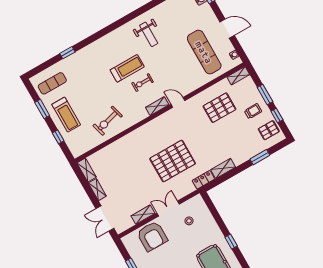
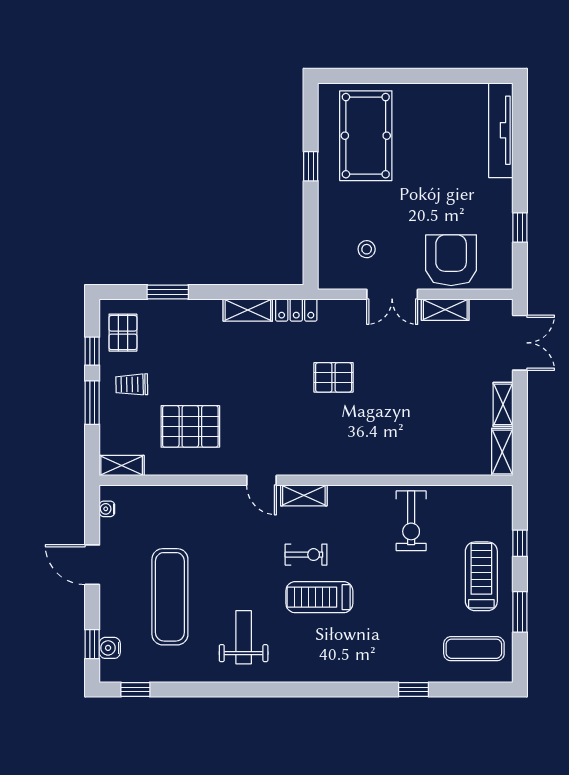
exercise mat: (204, 52) -> (170, 597), moved
exercise bike: (108, 121) -> (411, 521), turned 105
pallet: (269, 130) -> (123, 333), turned 90
pallet: (173, 161) -> (334, 377), width x0.49, depth x0.50

